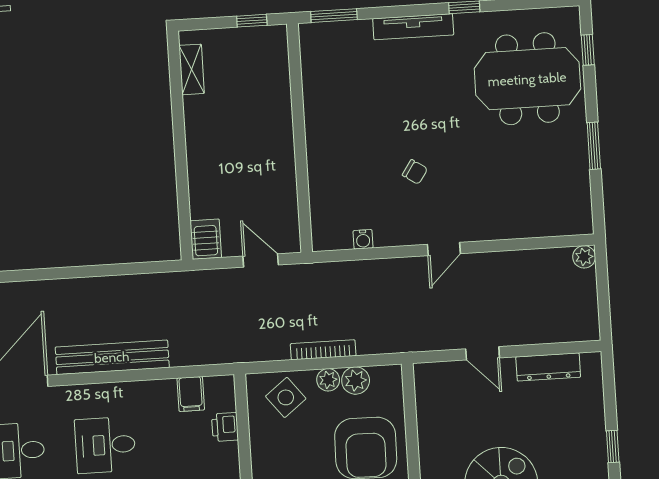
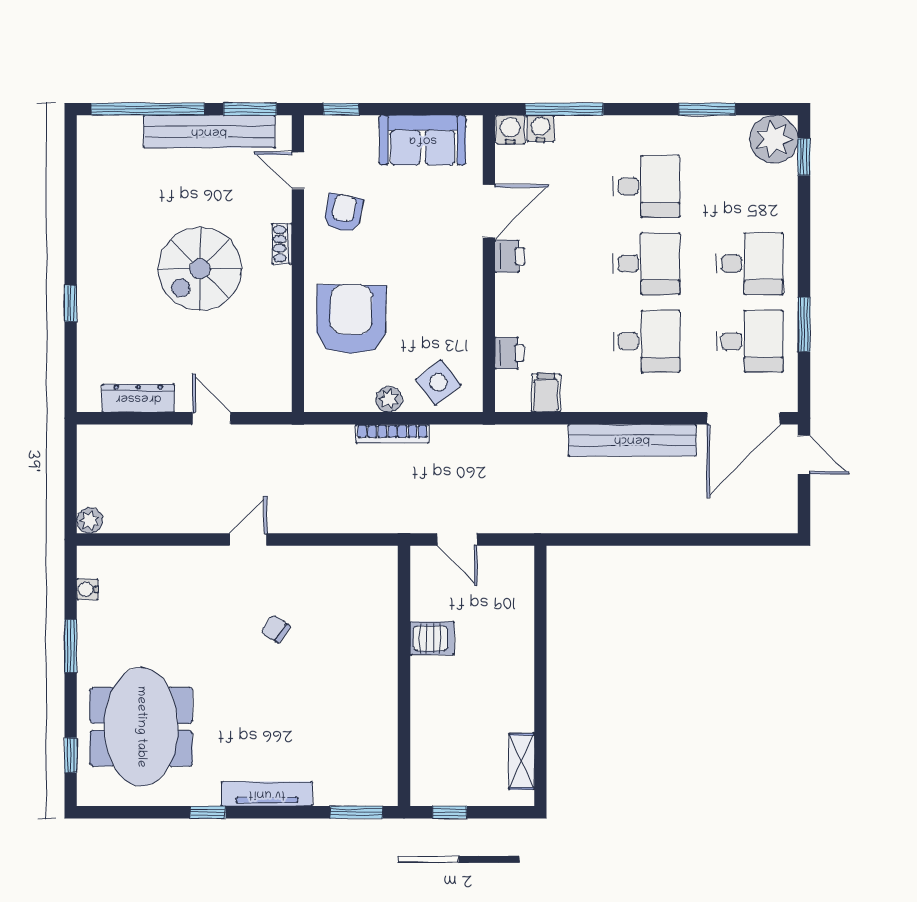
meeting table: (527, 79) -> (141, 727), turned 90
server rack: (206, 239) -> (432, 638), moved, turned -90
water cooler: (363, 239) -> (87, 589), moved, turned -90
plant: (356, 381) -> (358, 396), removed

